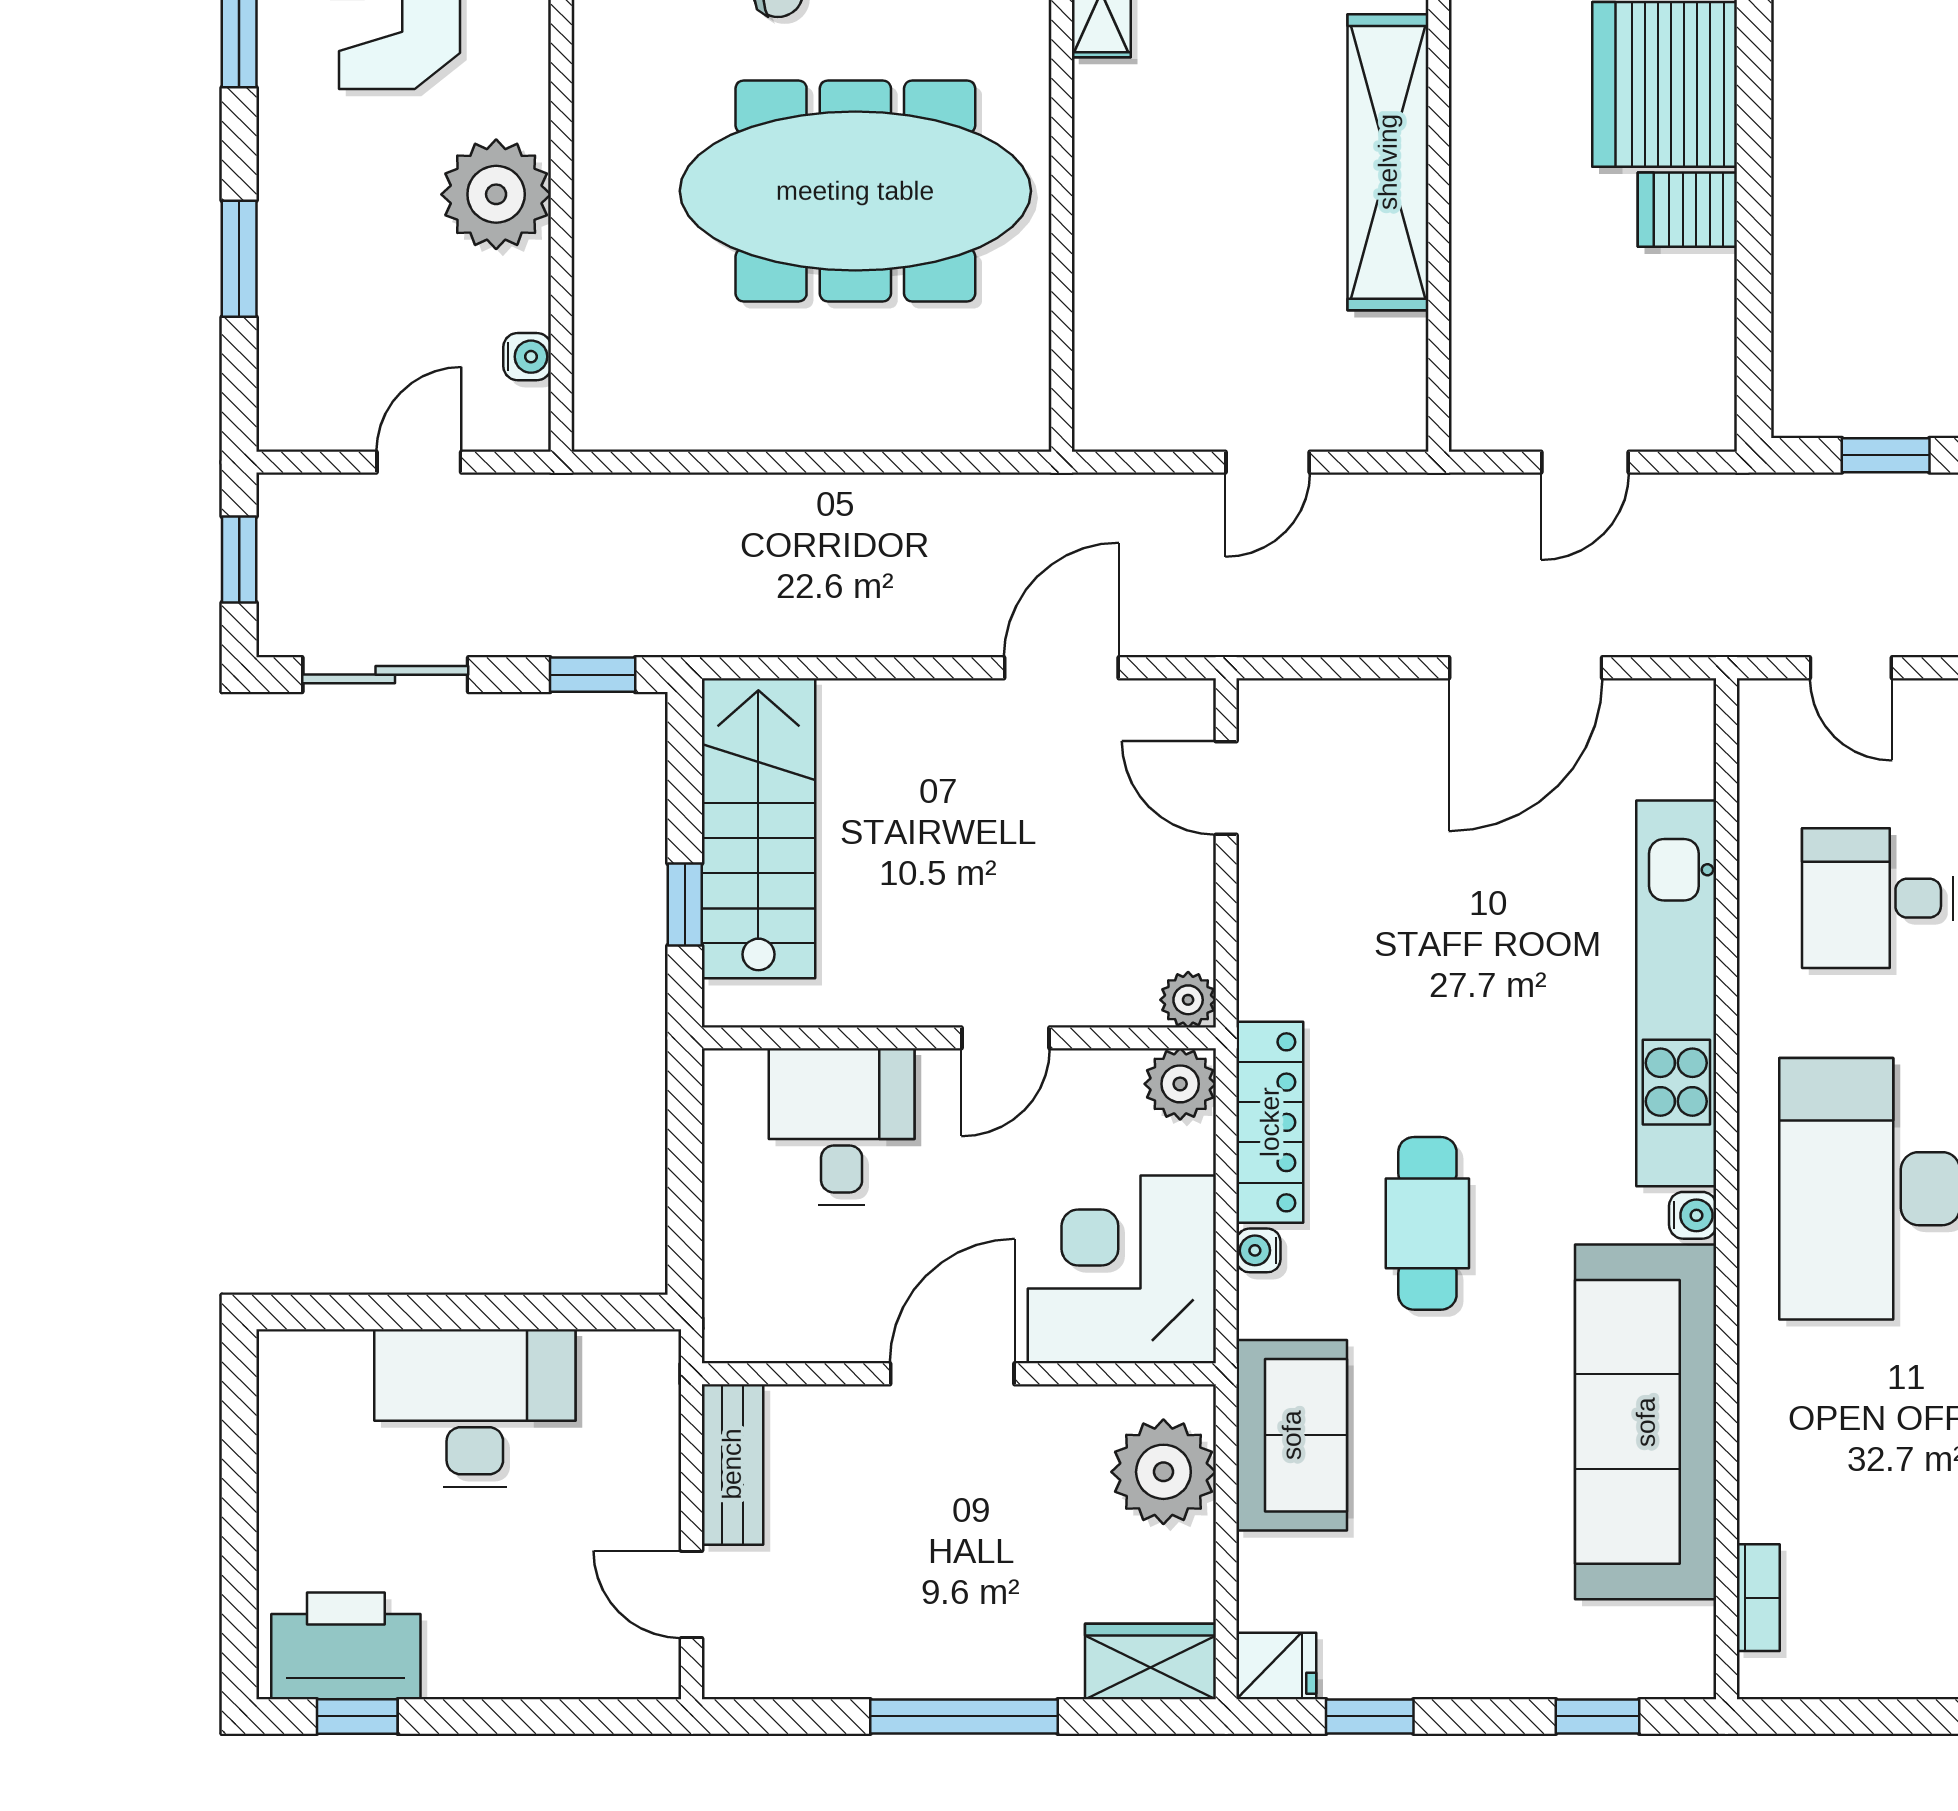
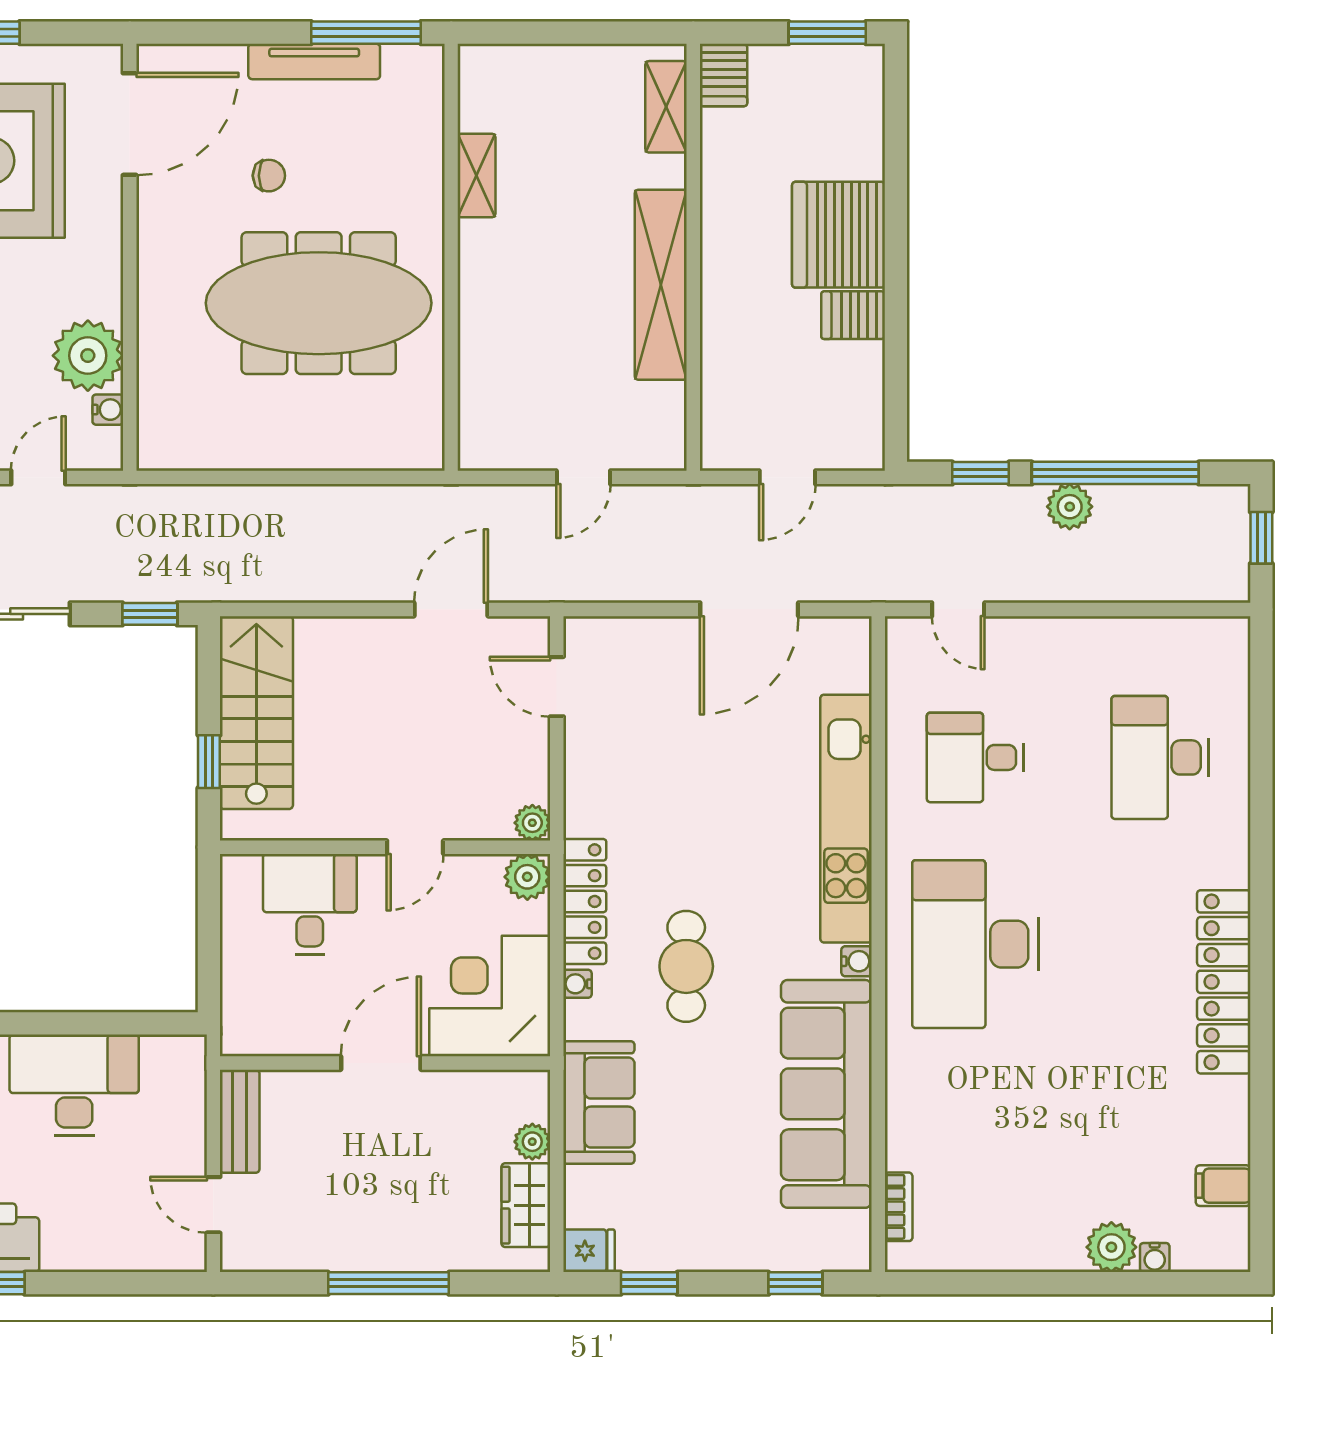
plant: (496, 194) -> (88, 356), moved
plant: (1163, 1472) -> (532, 1142), width x0.53, depth x0.53
wardrobe: (1151, 1661) -> (526, 1205), moved, turned -90

